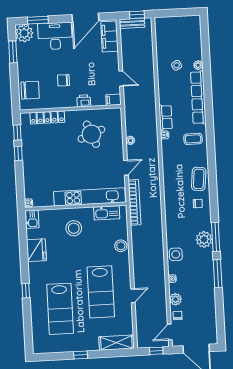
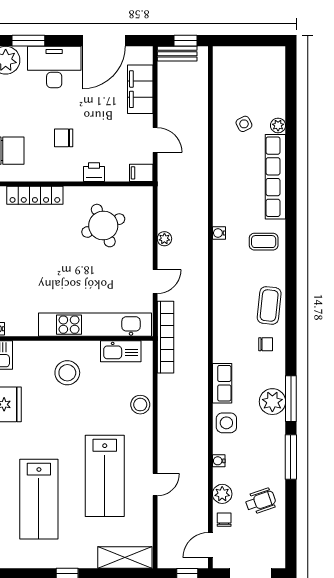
filing cabinet: (109, 36) -> (140, 89), moved
row of seats: (166, 117) -> (222, 383), moved
wheelchair: (200, 303) -> (261, 501), added

